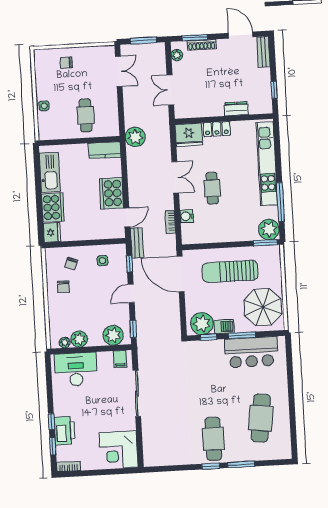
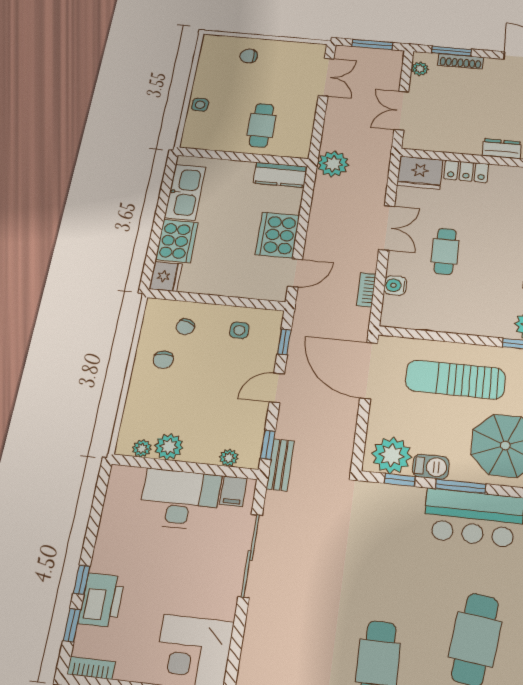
bench: (137, 243) -> (280, 465), moved
plant: (113, 335) -> (229, 458), width x0.53, depth x0.53
desk: (76, 369) -> (180, 499), moved

